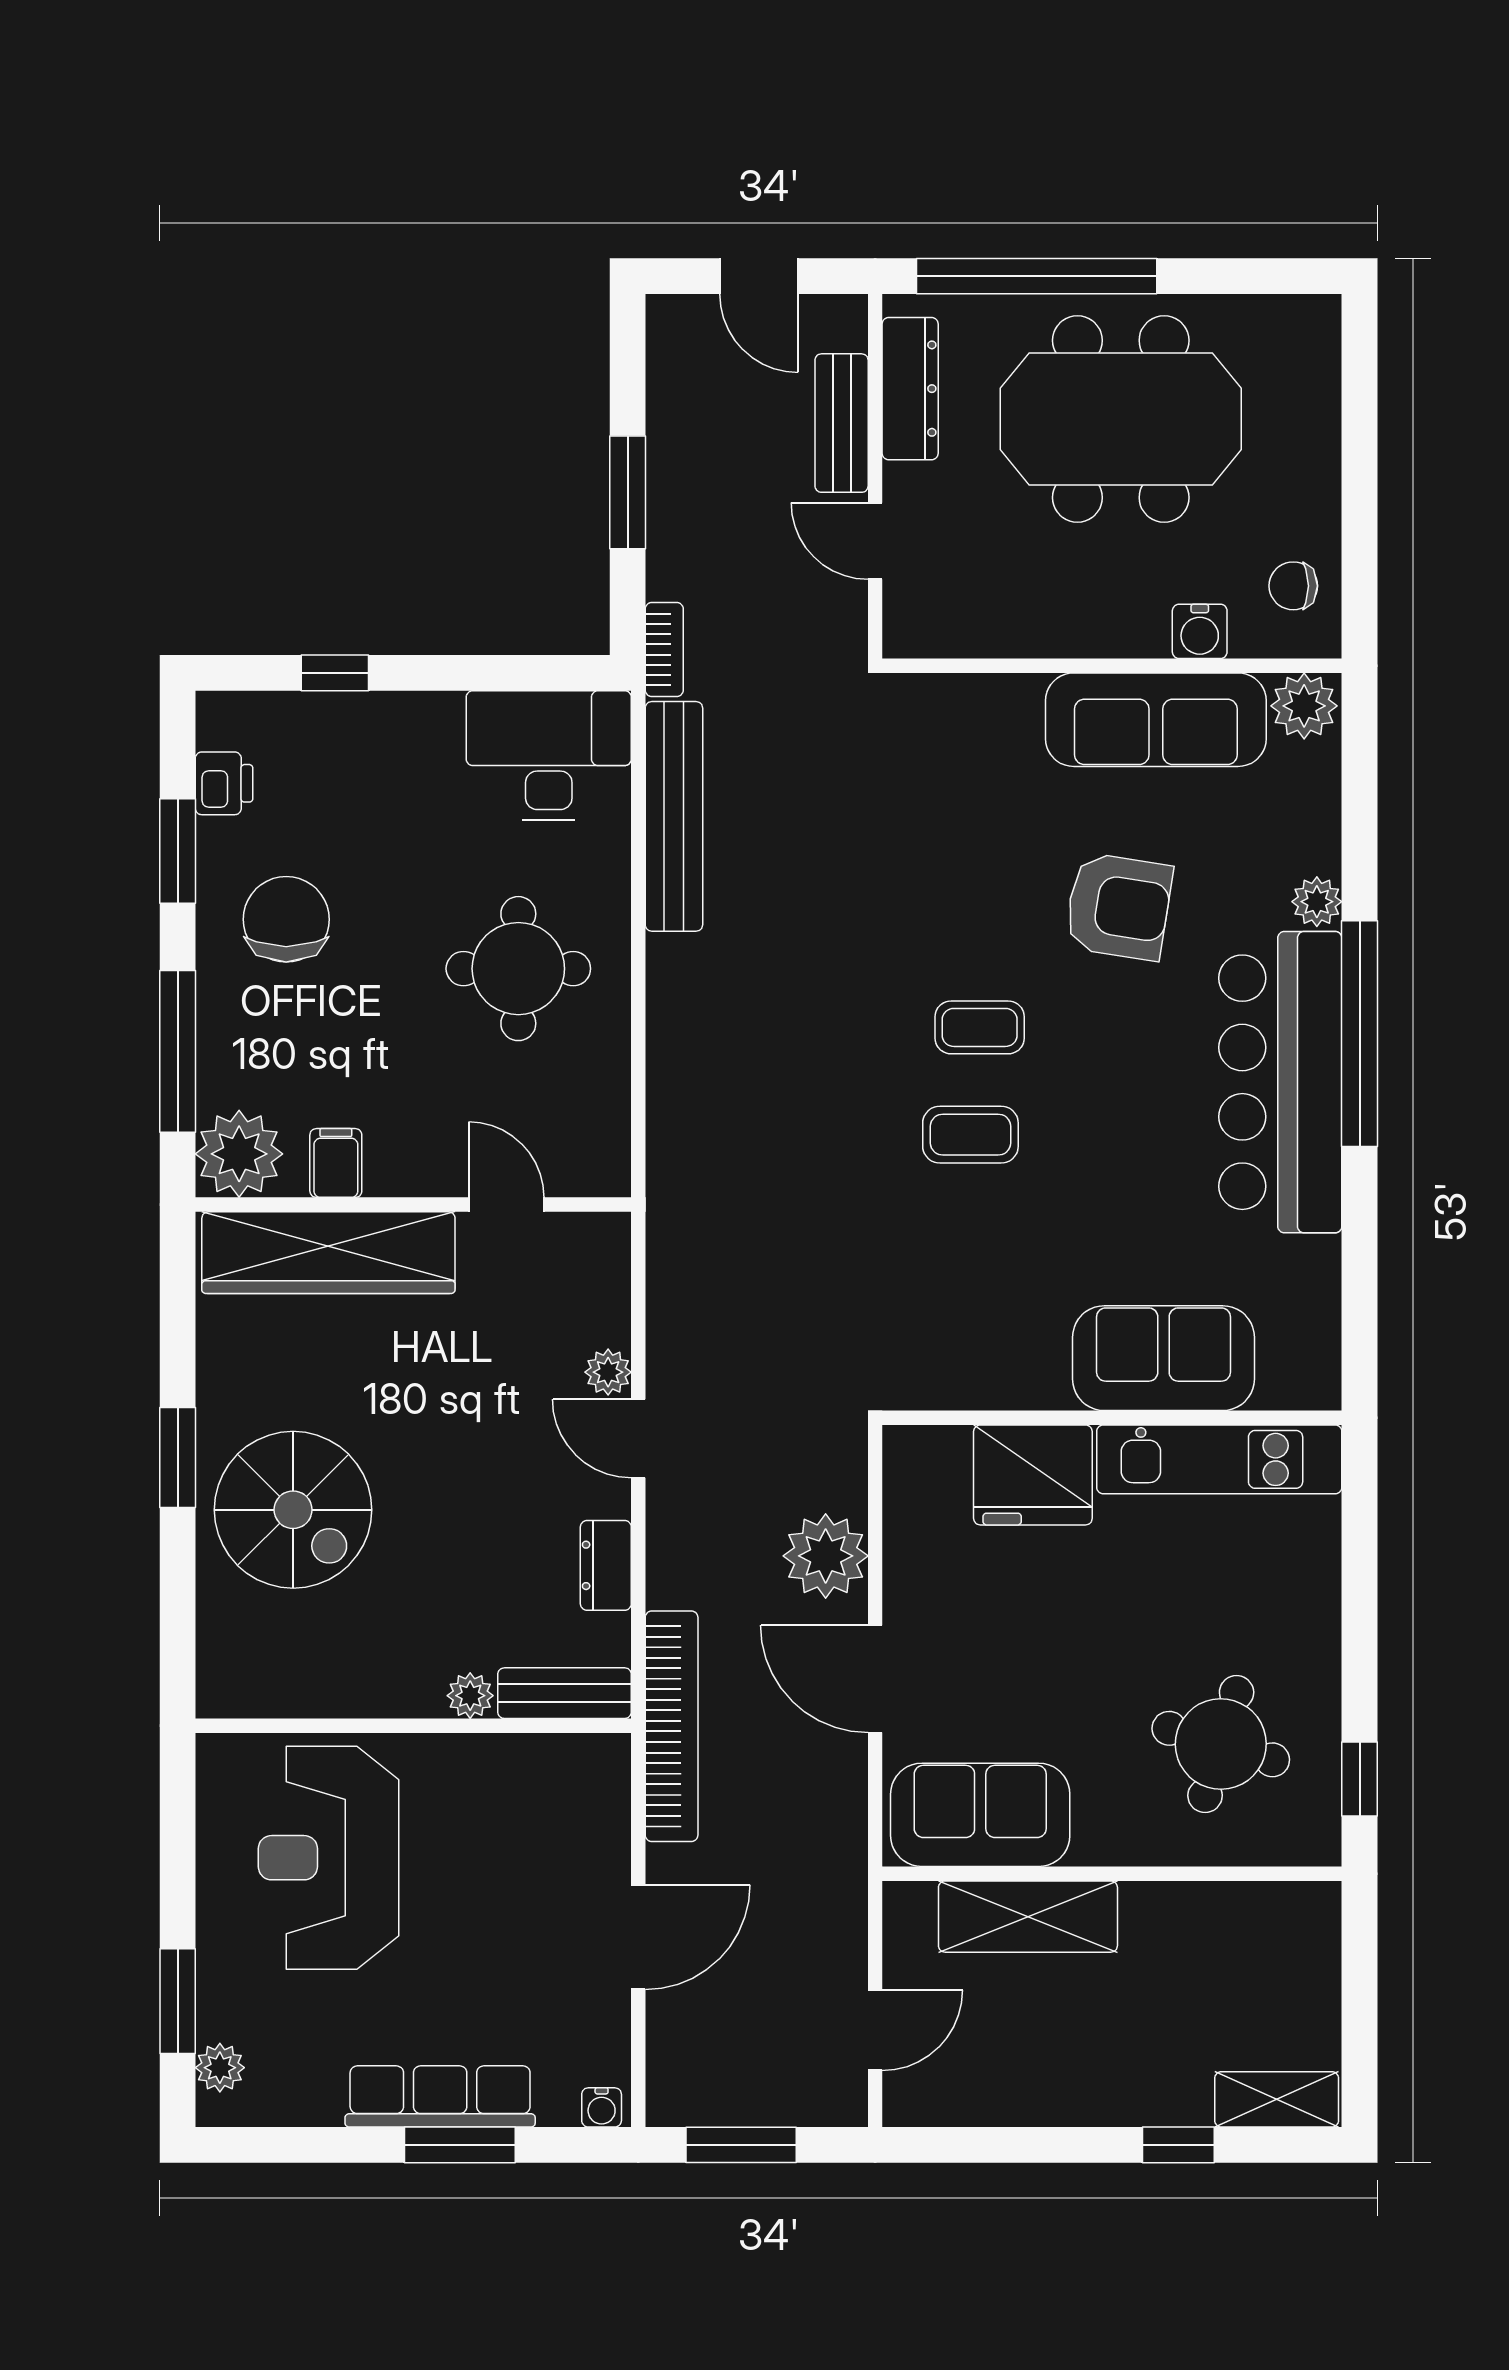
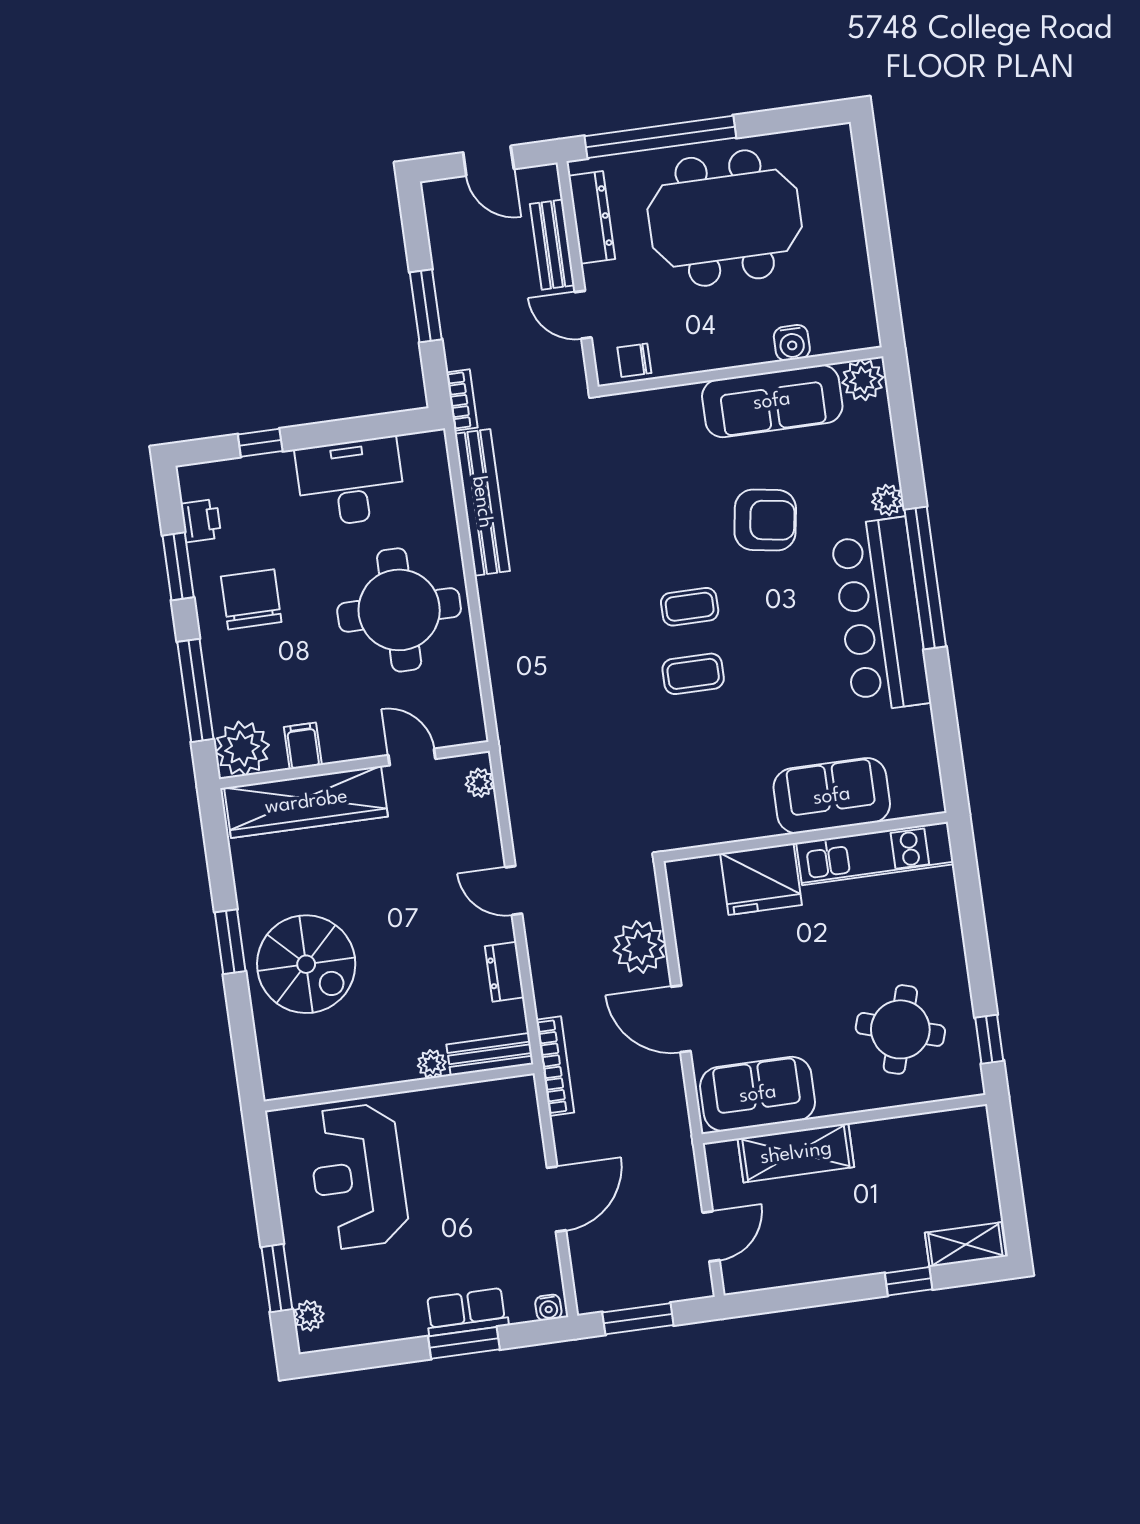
chair: (1293, 586) -> (634, 360), moved
desk: (549, 755) -> (350, 482), moved
round table: (518, 969) -> (399, 610), width x1.36, depth x1.36
plant: (608, 1372) -> (480, 783), moved
bookcase: (672, 1726) -> (555, 1066), width x0.68, depth x0.76
row of seats: (440, 2096) -> (467, 1312), width x0.68

